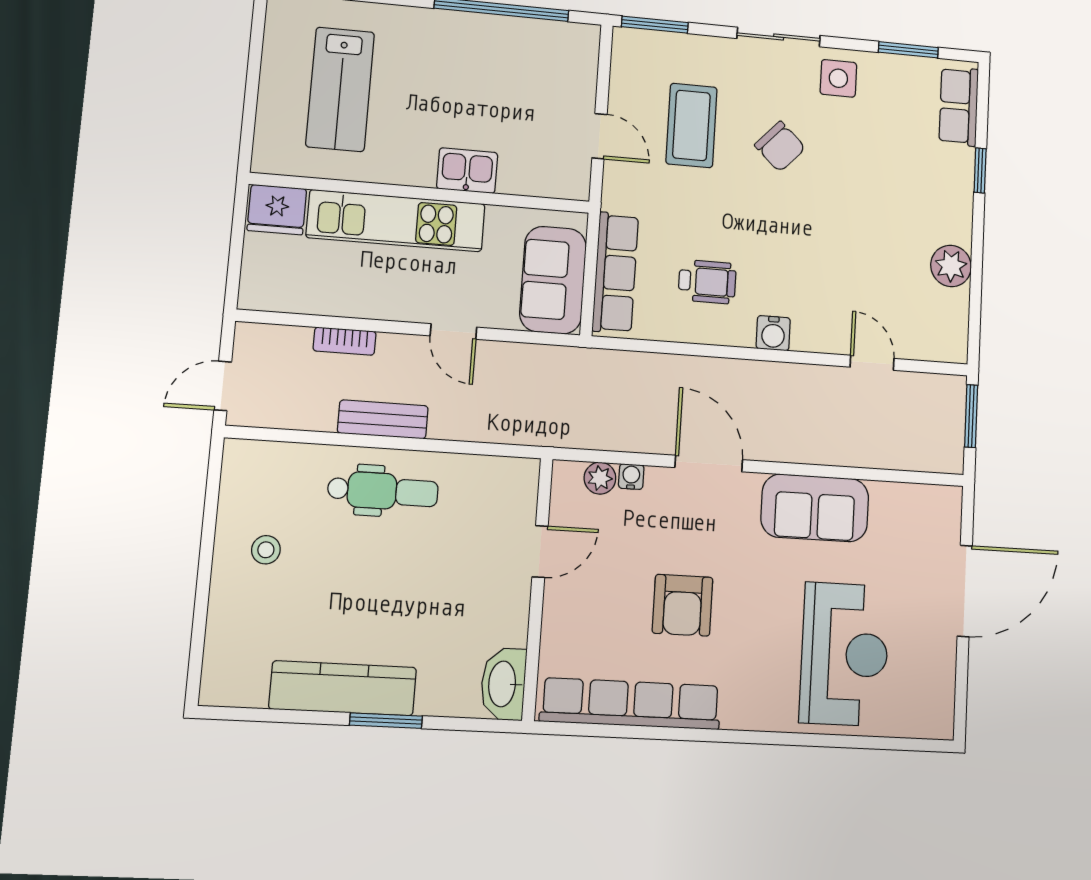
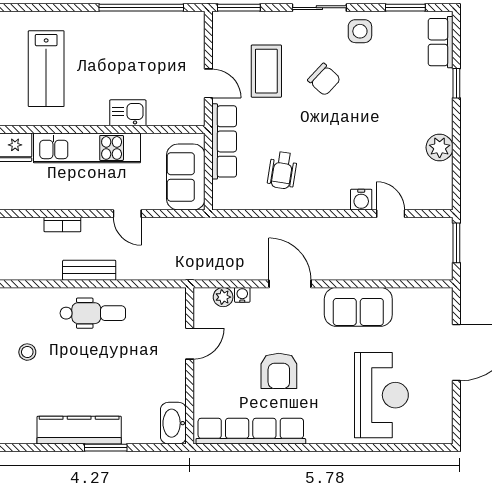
row of seats: (615, 273) -> (224, 141), moved
wheelchair: (707, 282) -> (282, 170), turned 99
water cooler: (773, 333) -> (361, 200), moved

